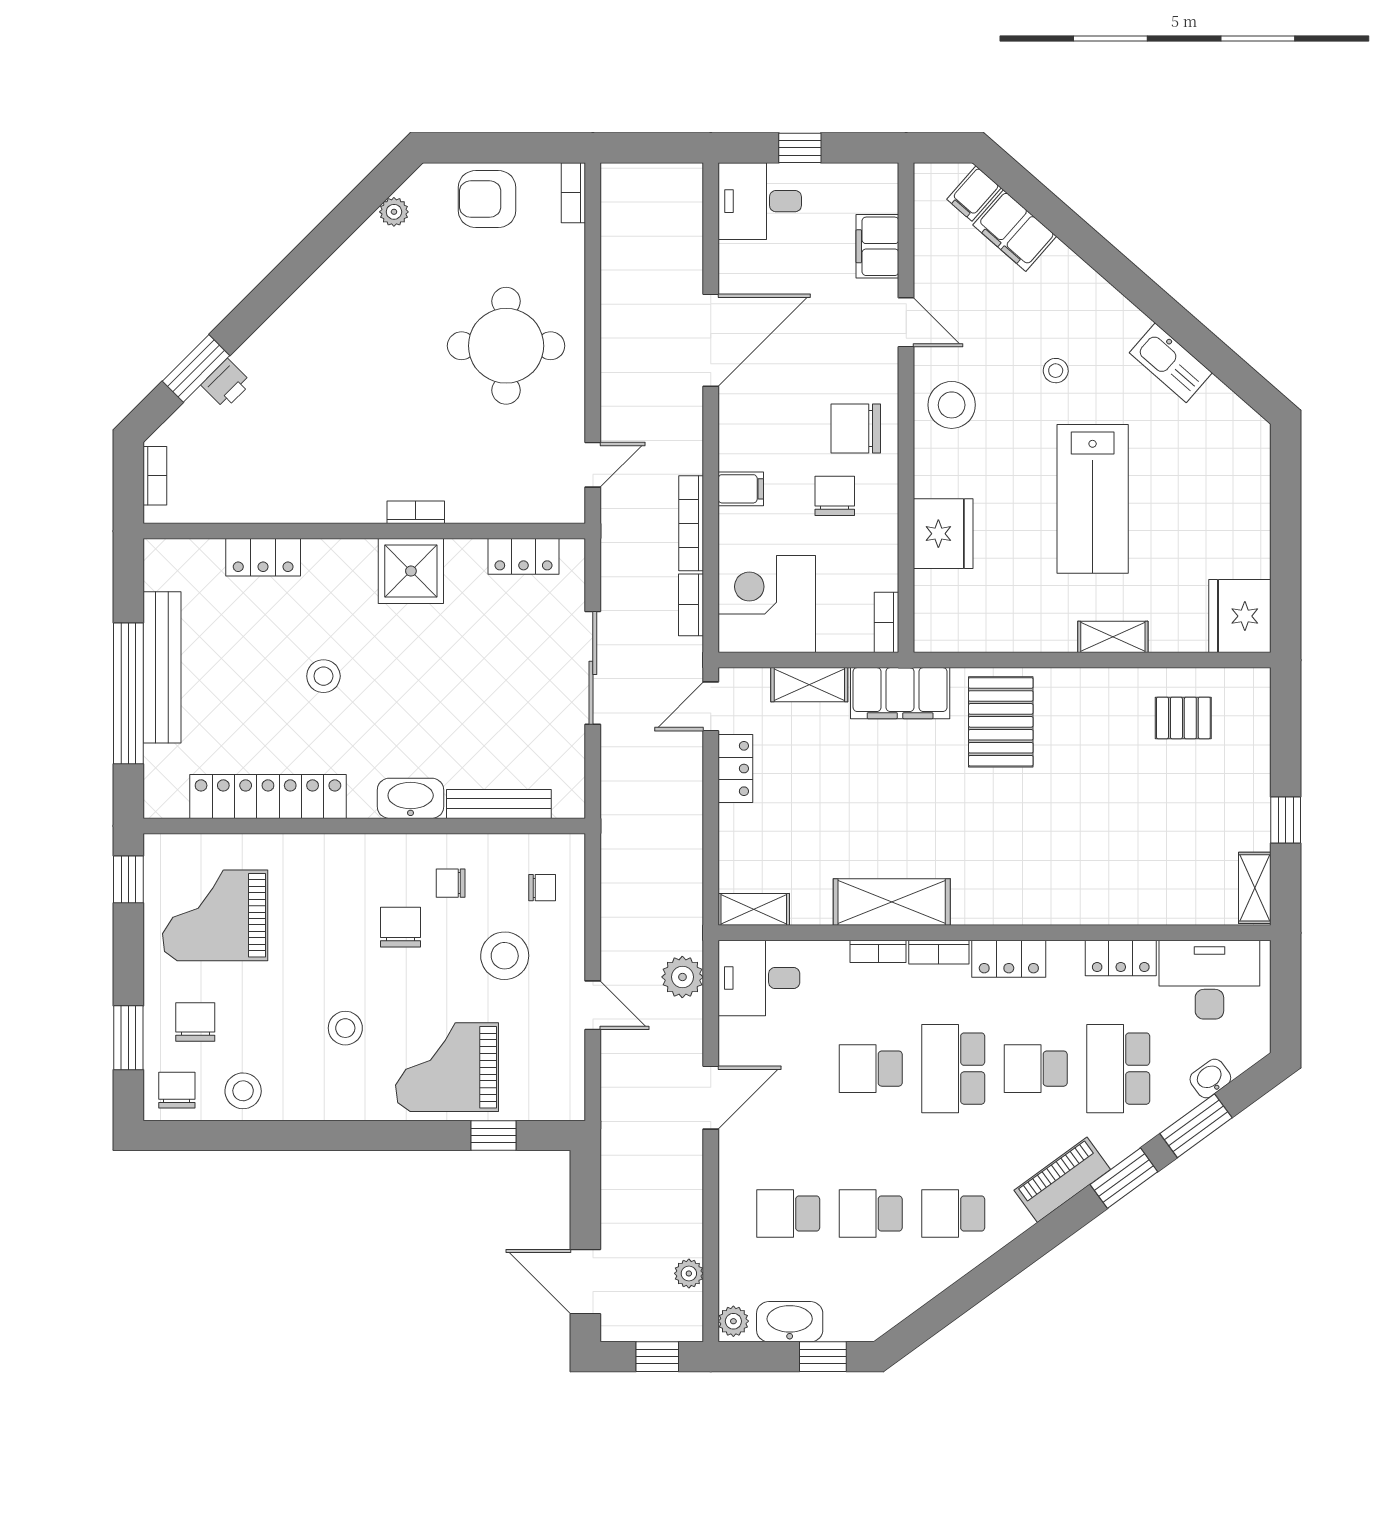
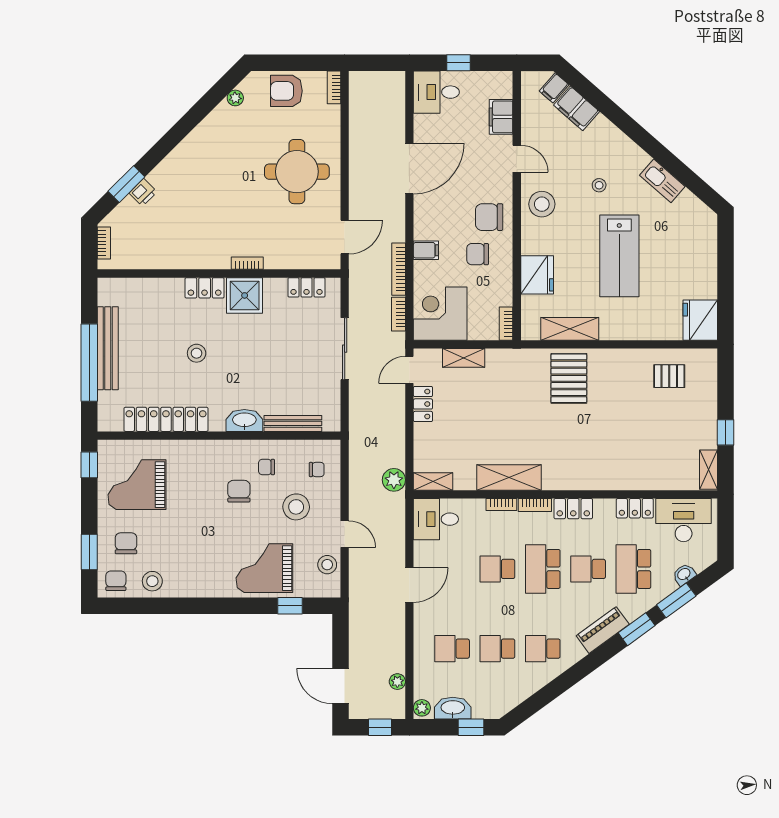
door: (593, 465) -> (345, 237), width x1.38
chair: (835, 496) -> (478, 254), turned -90
locker: (263, 557) -> (205, 288), moved
shelving: (1113, 637) -> (570, 329), moved, width x1.50, depth x1.33
filing cabinet: (900, 693) -> (513, 363), removed
plant: (682, 977) -> (394, 480), moved
stool: (345, 1028) -> (327, 565), moved

